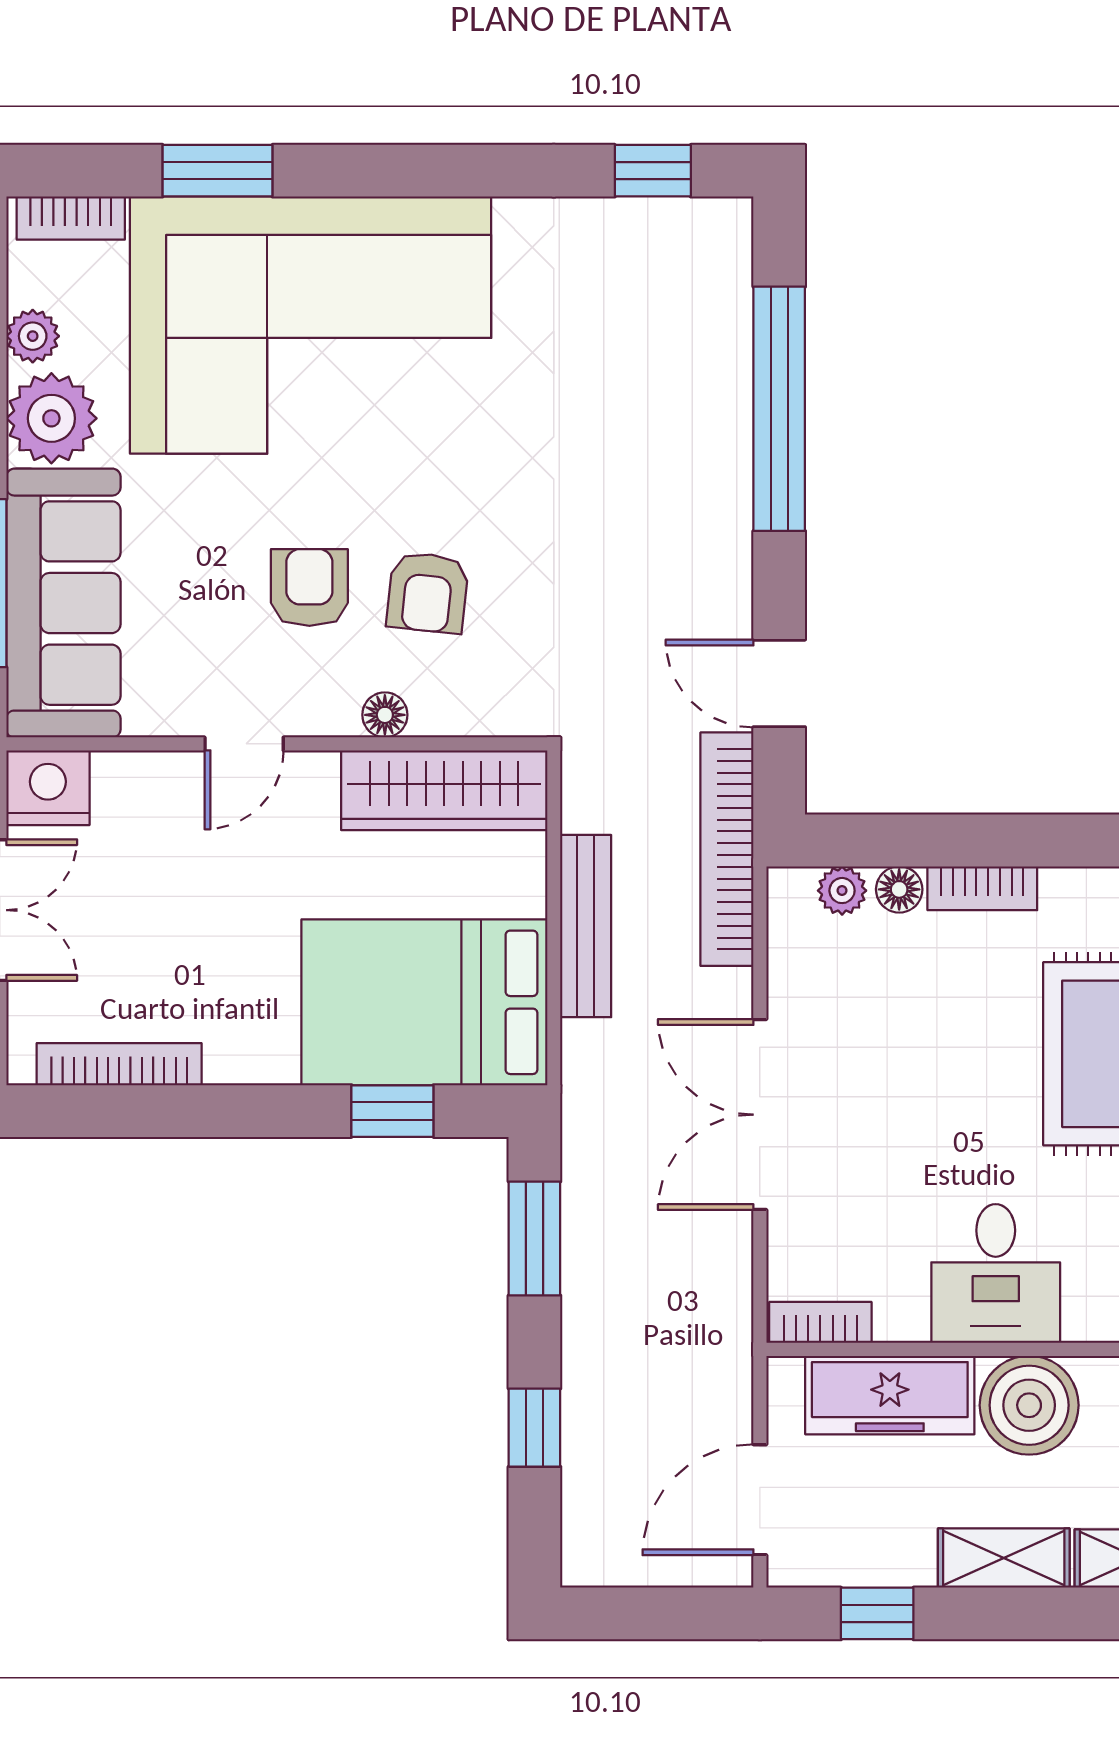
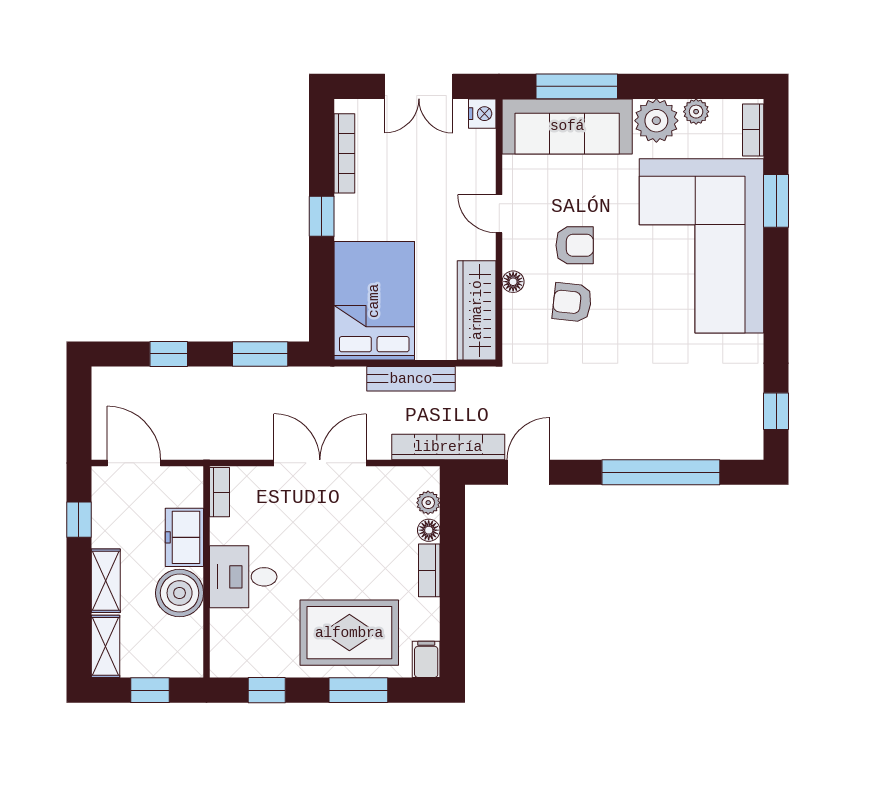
nightstand: (48, 788) -> (482, 114), width x0.74, depth x0.75
window: (392, 1111) -> (322, 216), moved
freezer: (890, 1395) -> (184, 537), width x0.71

